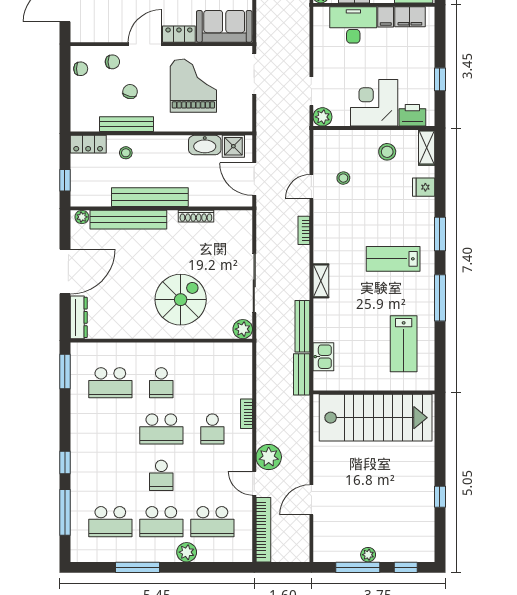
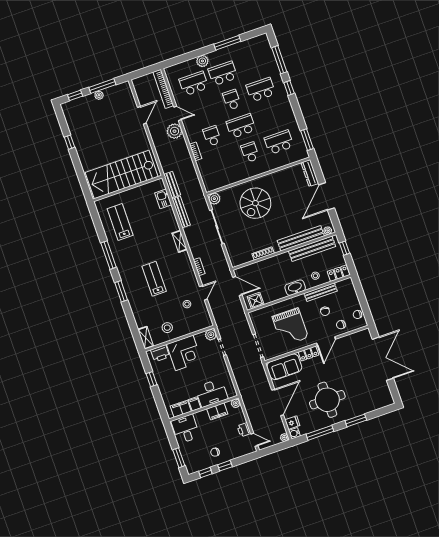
washbasin: (205, 145) -> (295, 288), moved
fridge: (424, 187) -> (140, 315), removed
bench: (150, 197) -> (312, 249), moved
lab bench: (393, 259) -> (154, 279), moved, turned -90
school desk: (110, 522) -> (261, 90), moved

